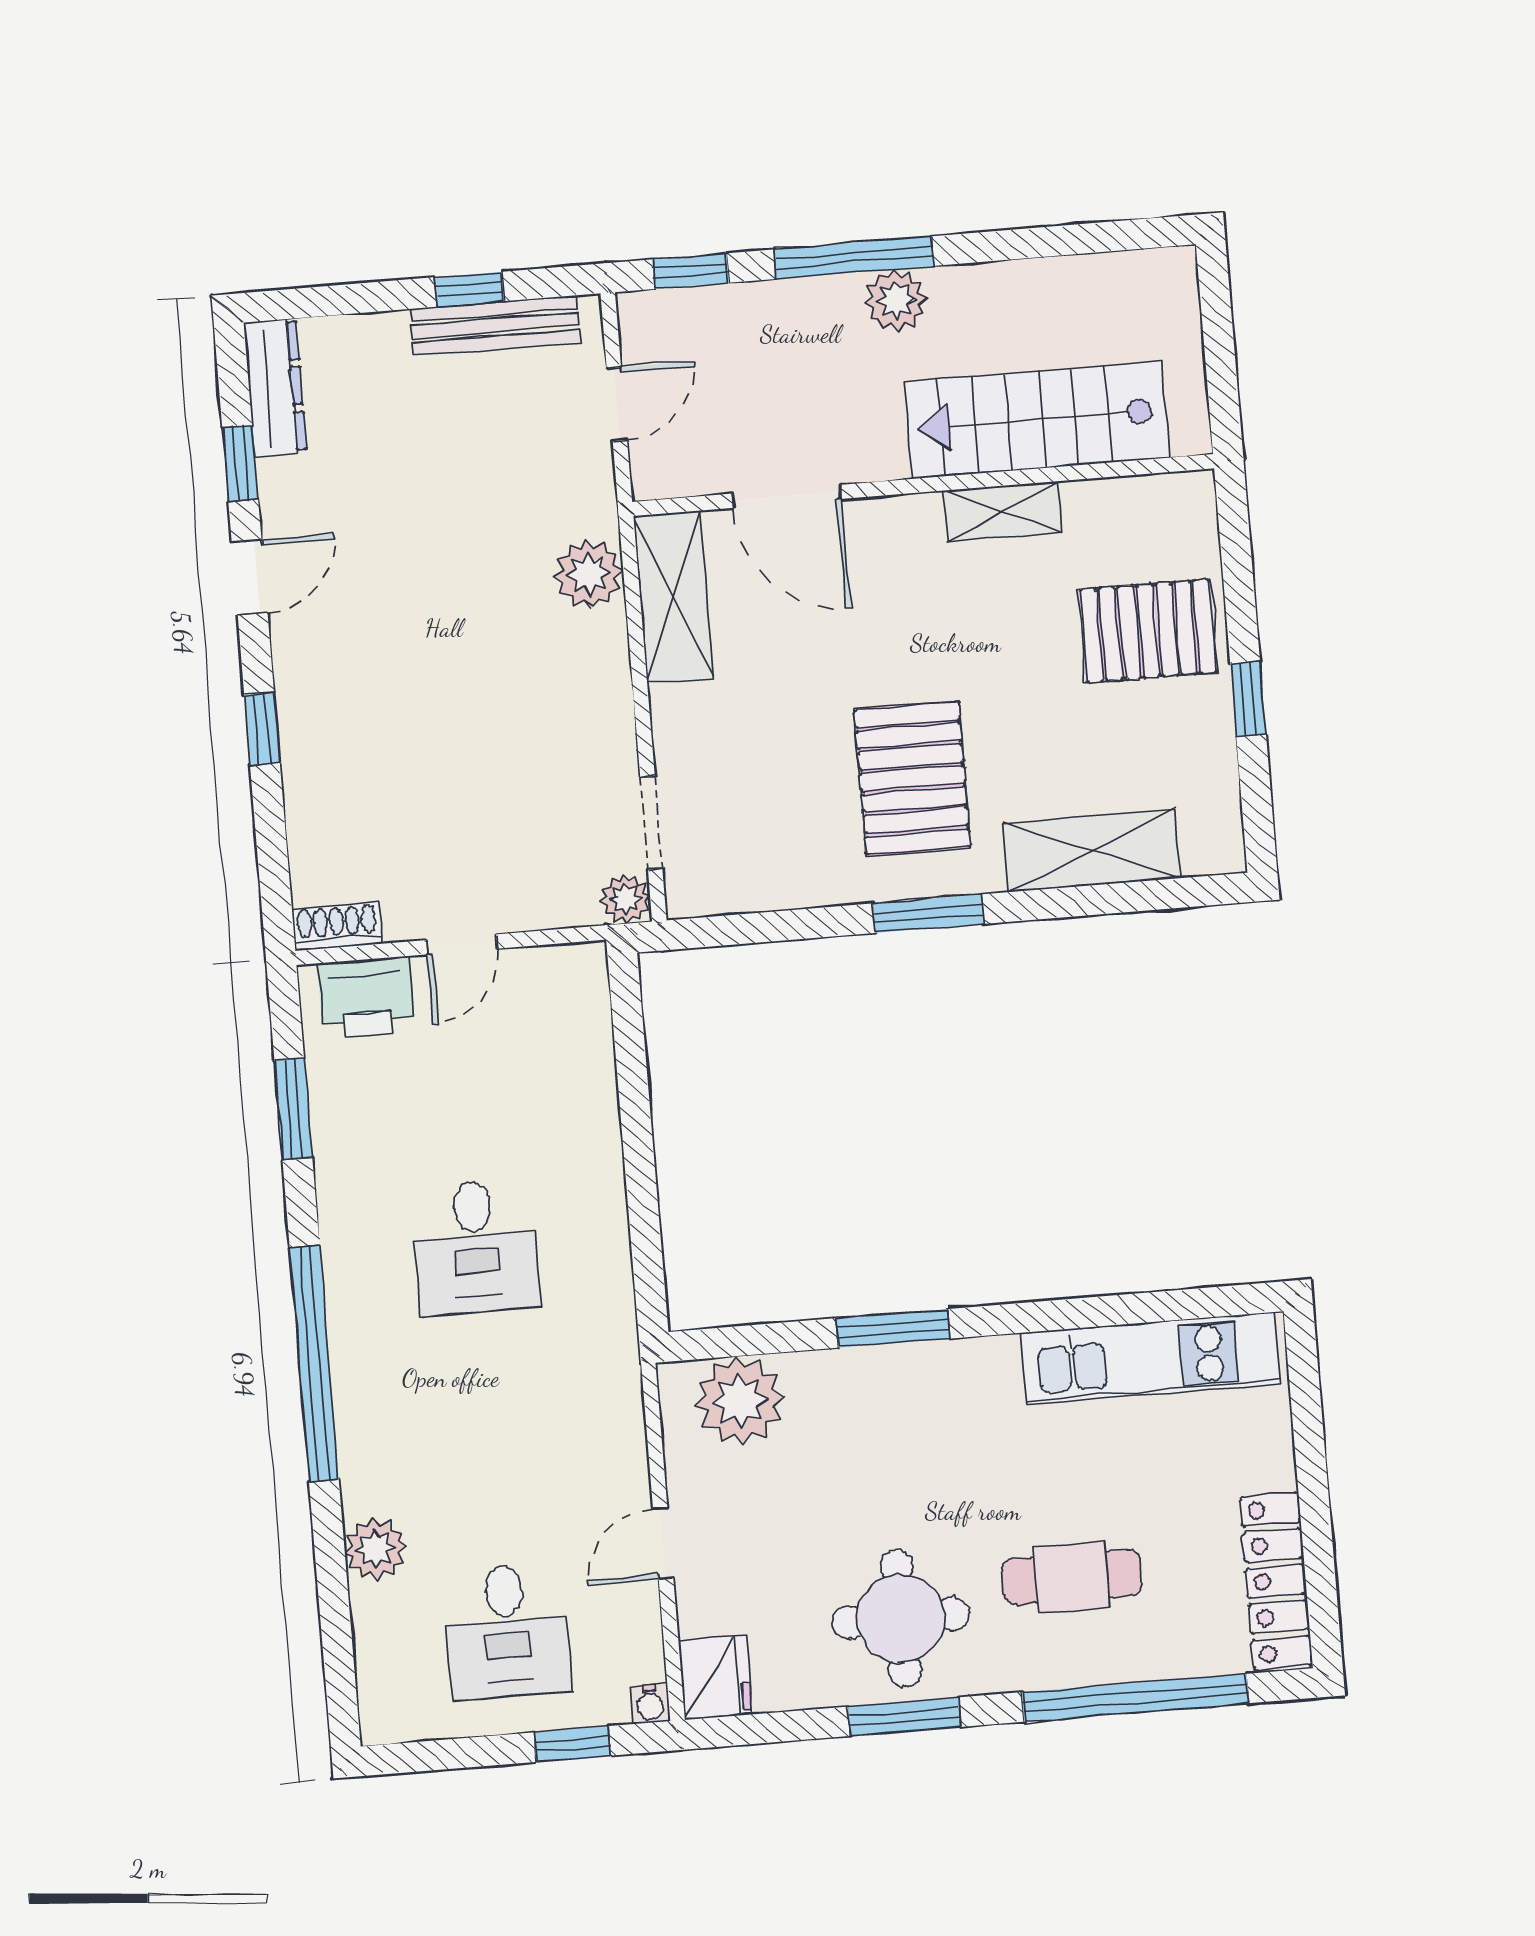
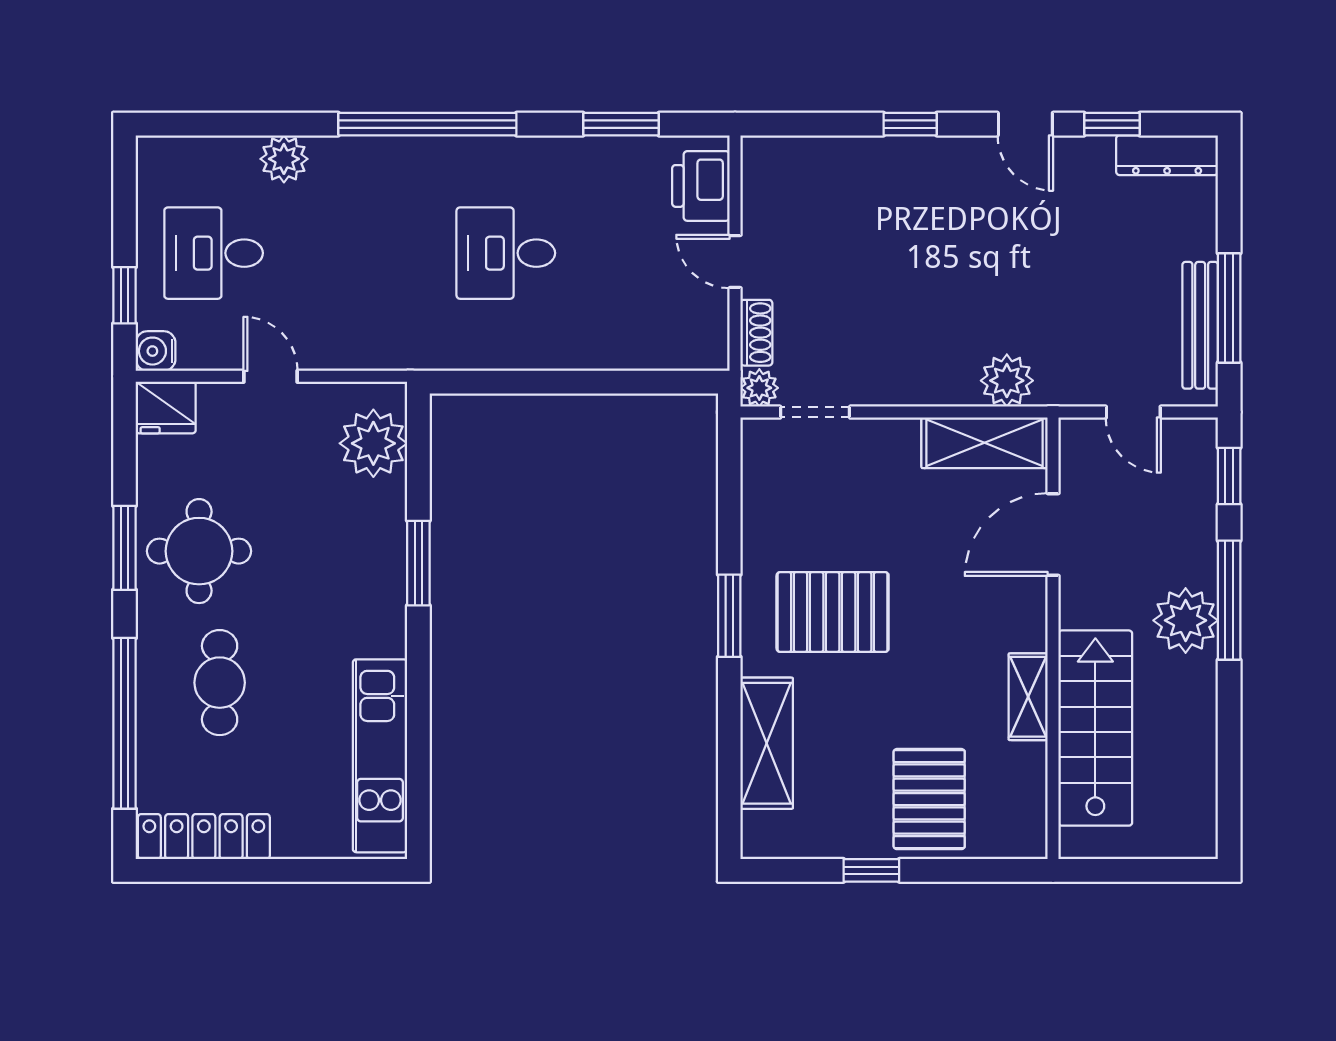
window: (469, 289) -> (1229, 308), width x2.17
plant: (896, 300) -> (1186, 620), width x1.36, depth x1.36
shoe rack: (337, 926) -> (756, 333), moved
water cooler: (650, 1704) -> (156, 351), width x1.38, depth x1.38

